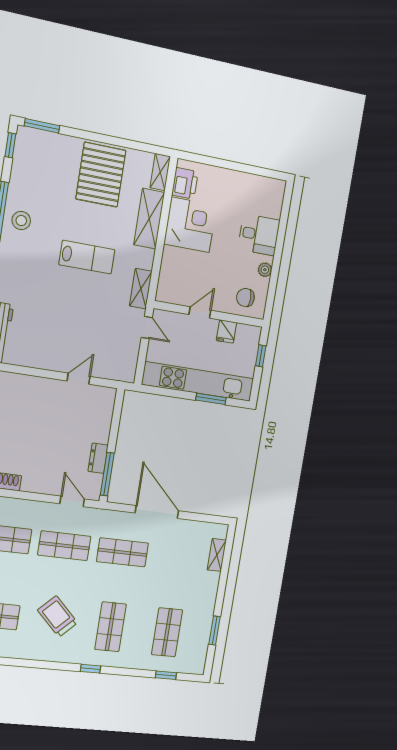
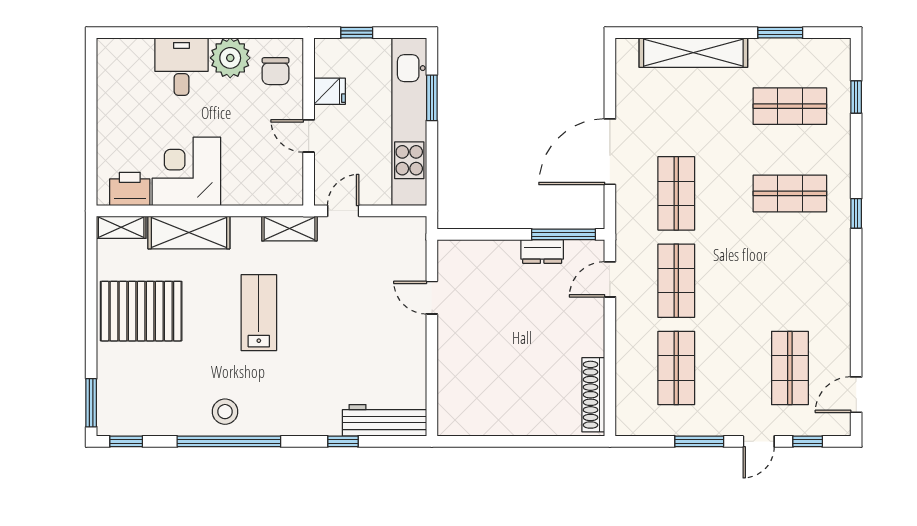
plant: (265, 270) -> (230, 58), width x1.88, depth x1.88
shelving: (217, 555) -> (693, 53), width x2.20, depth x1.33
trolley: (58, 616) -> (782, 274), removed

